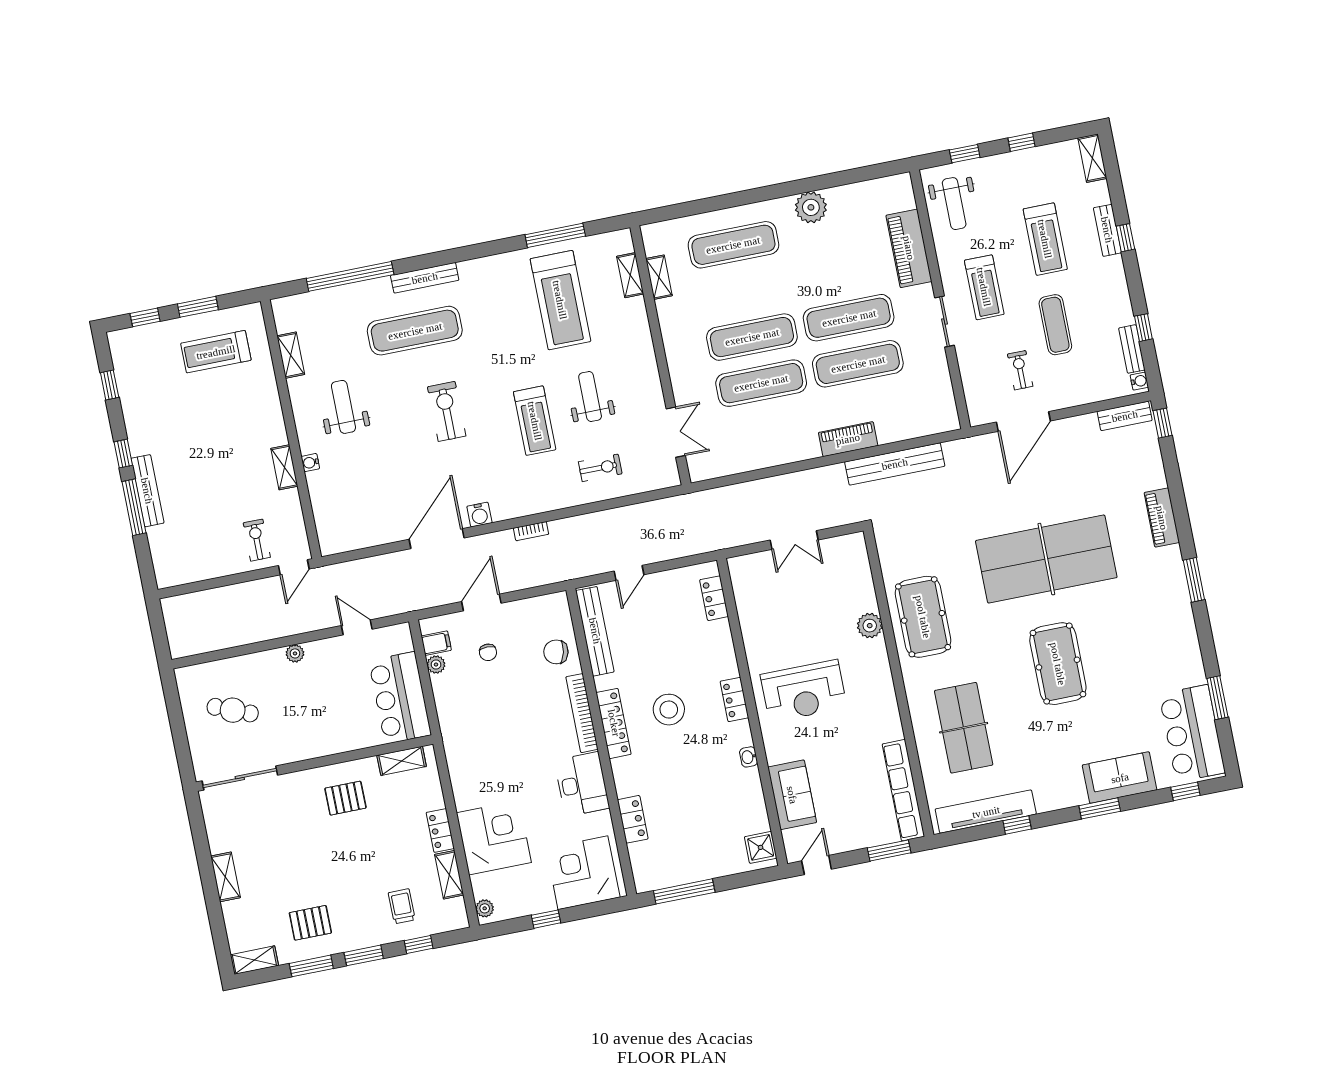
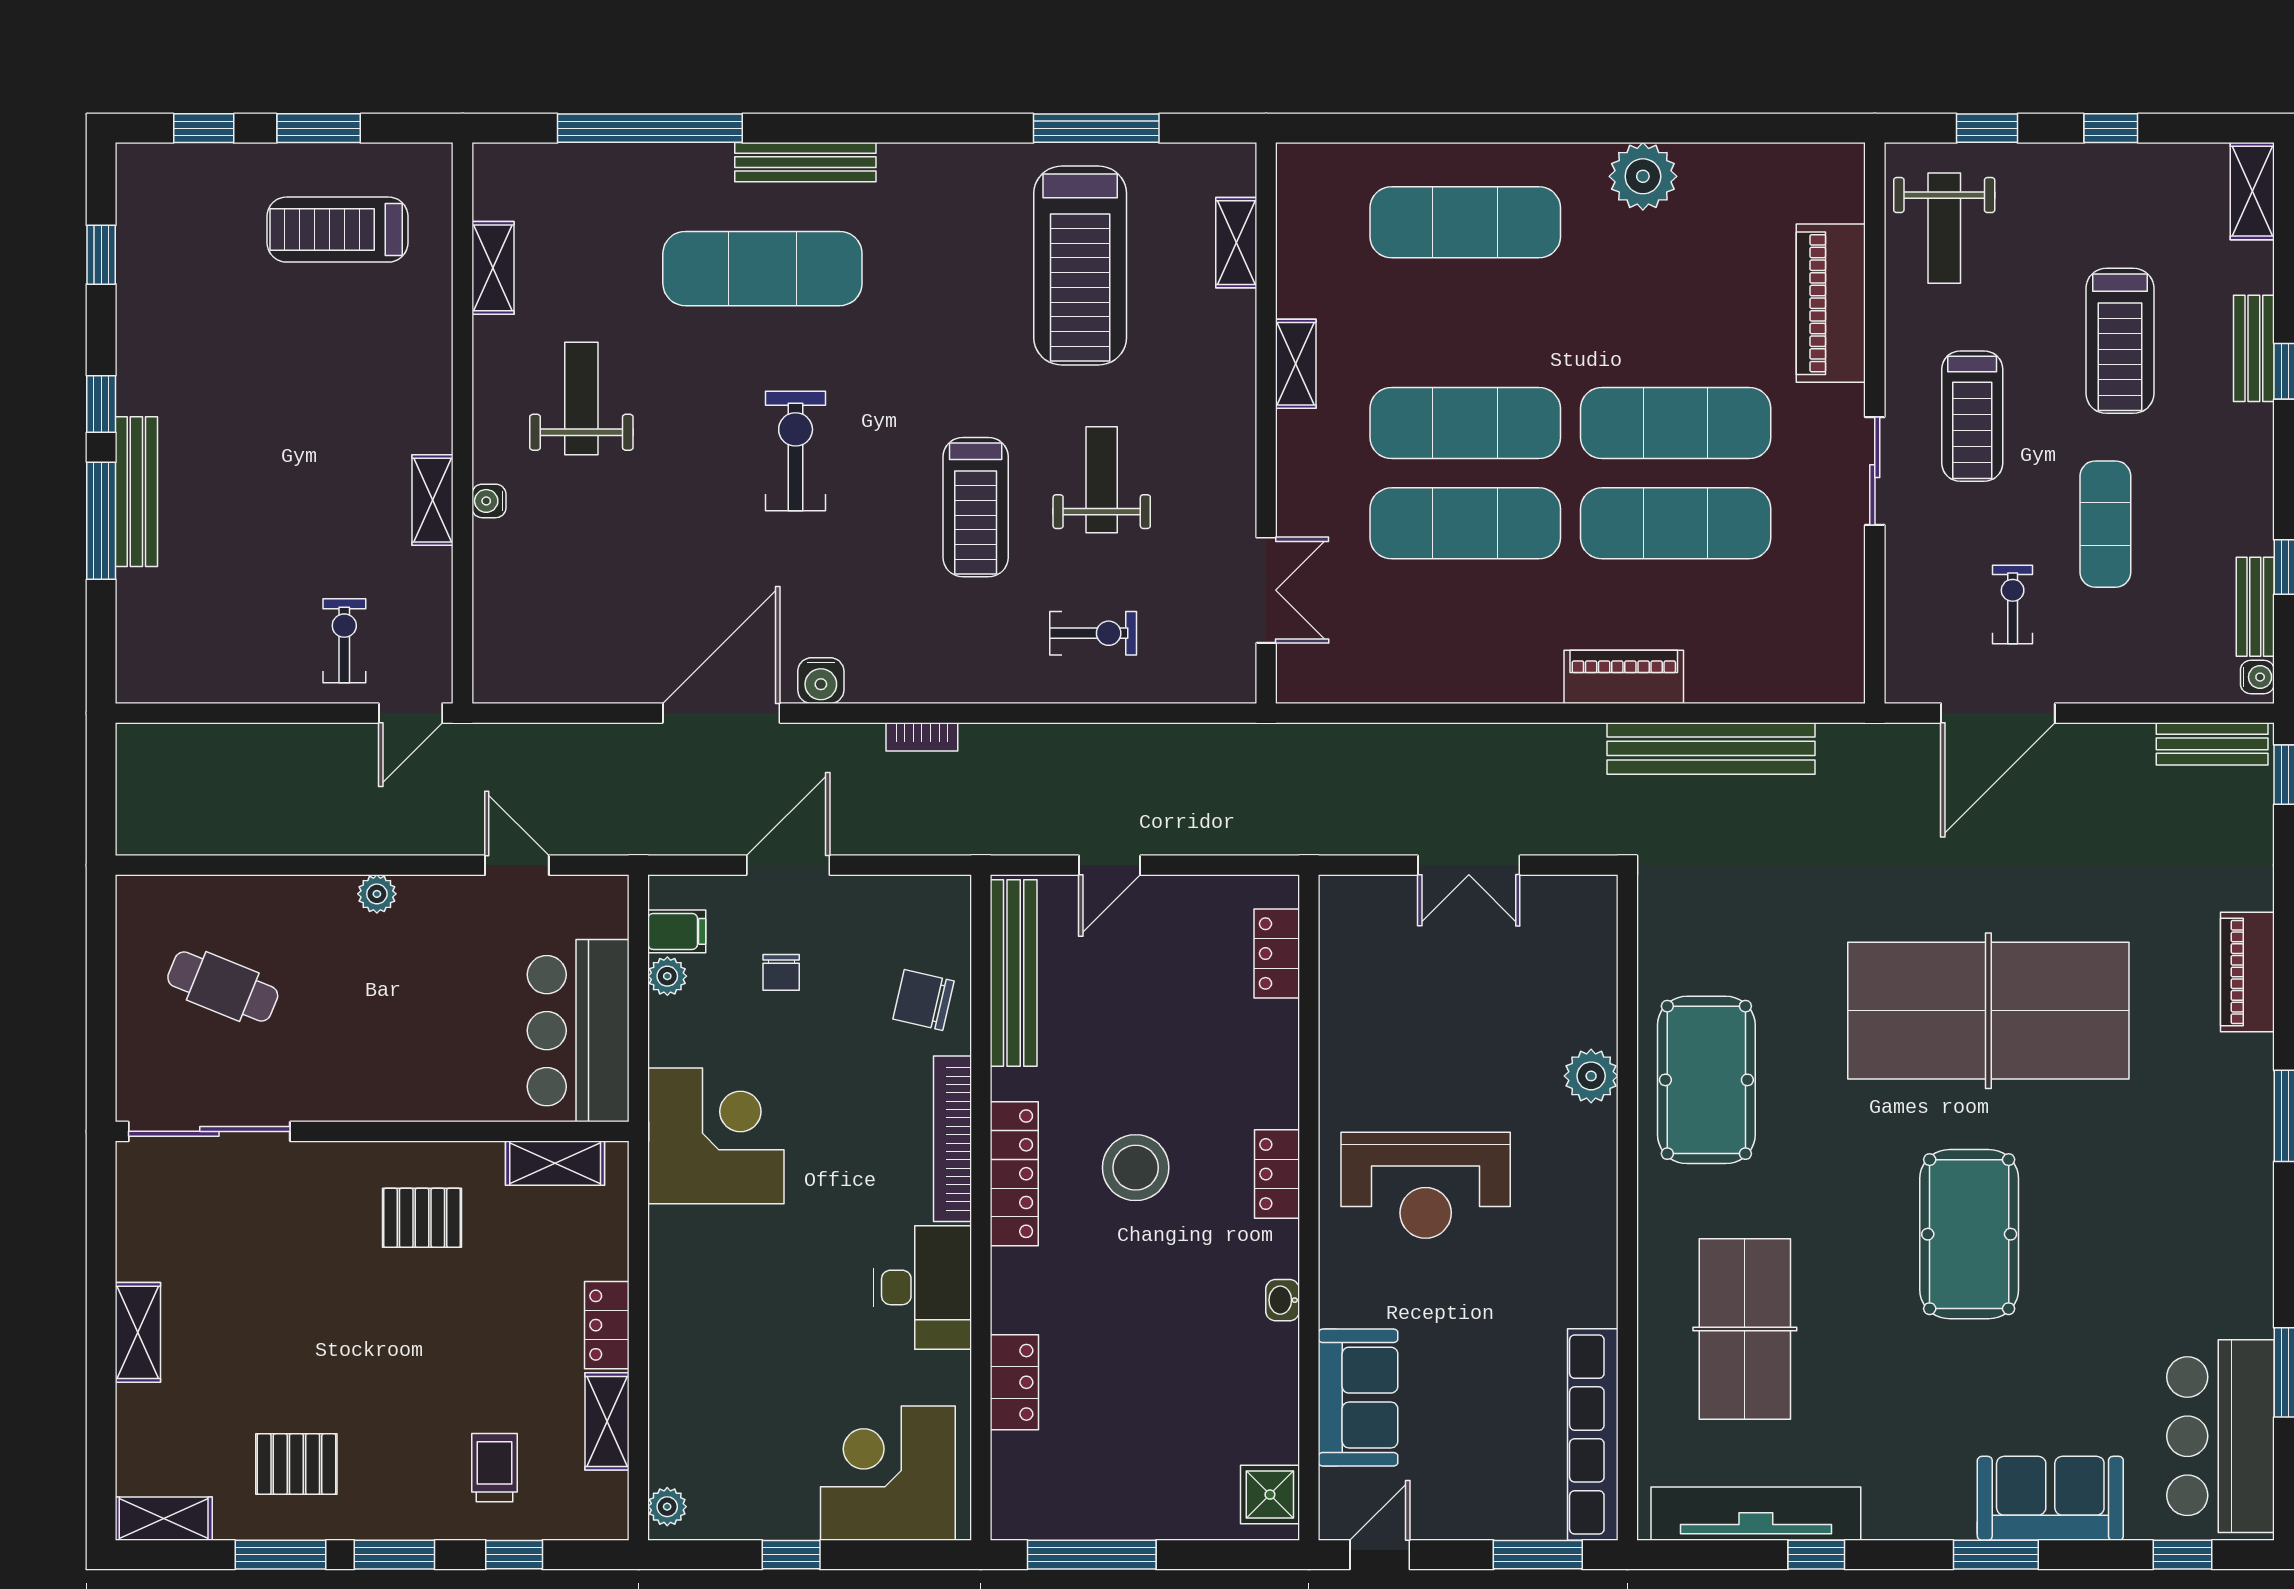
shelving: (659, 277) -> (1296, 364), moved
corner desk: (494, 838) -> (716, 1136), moved

